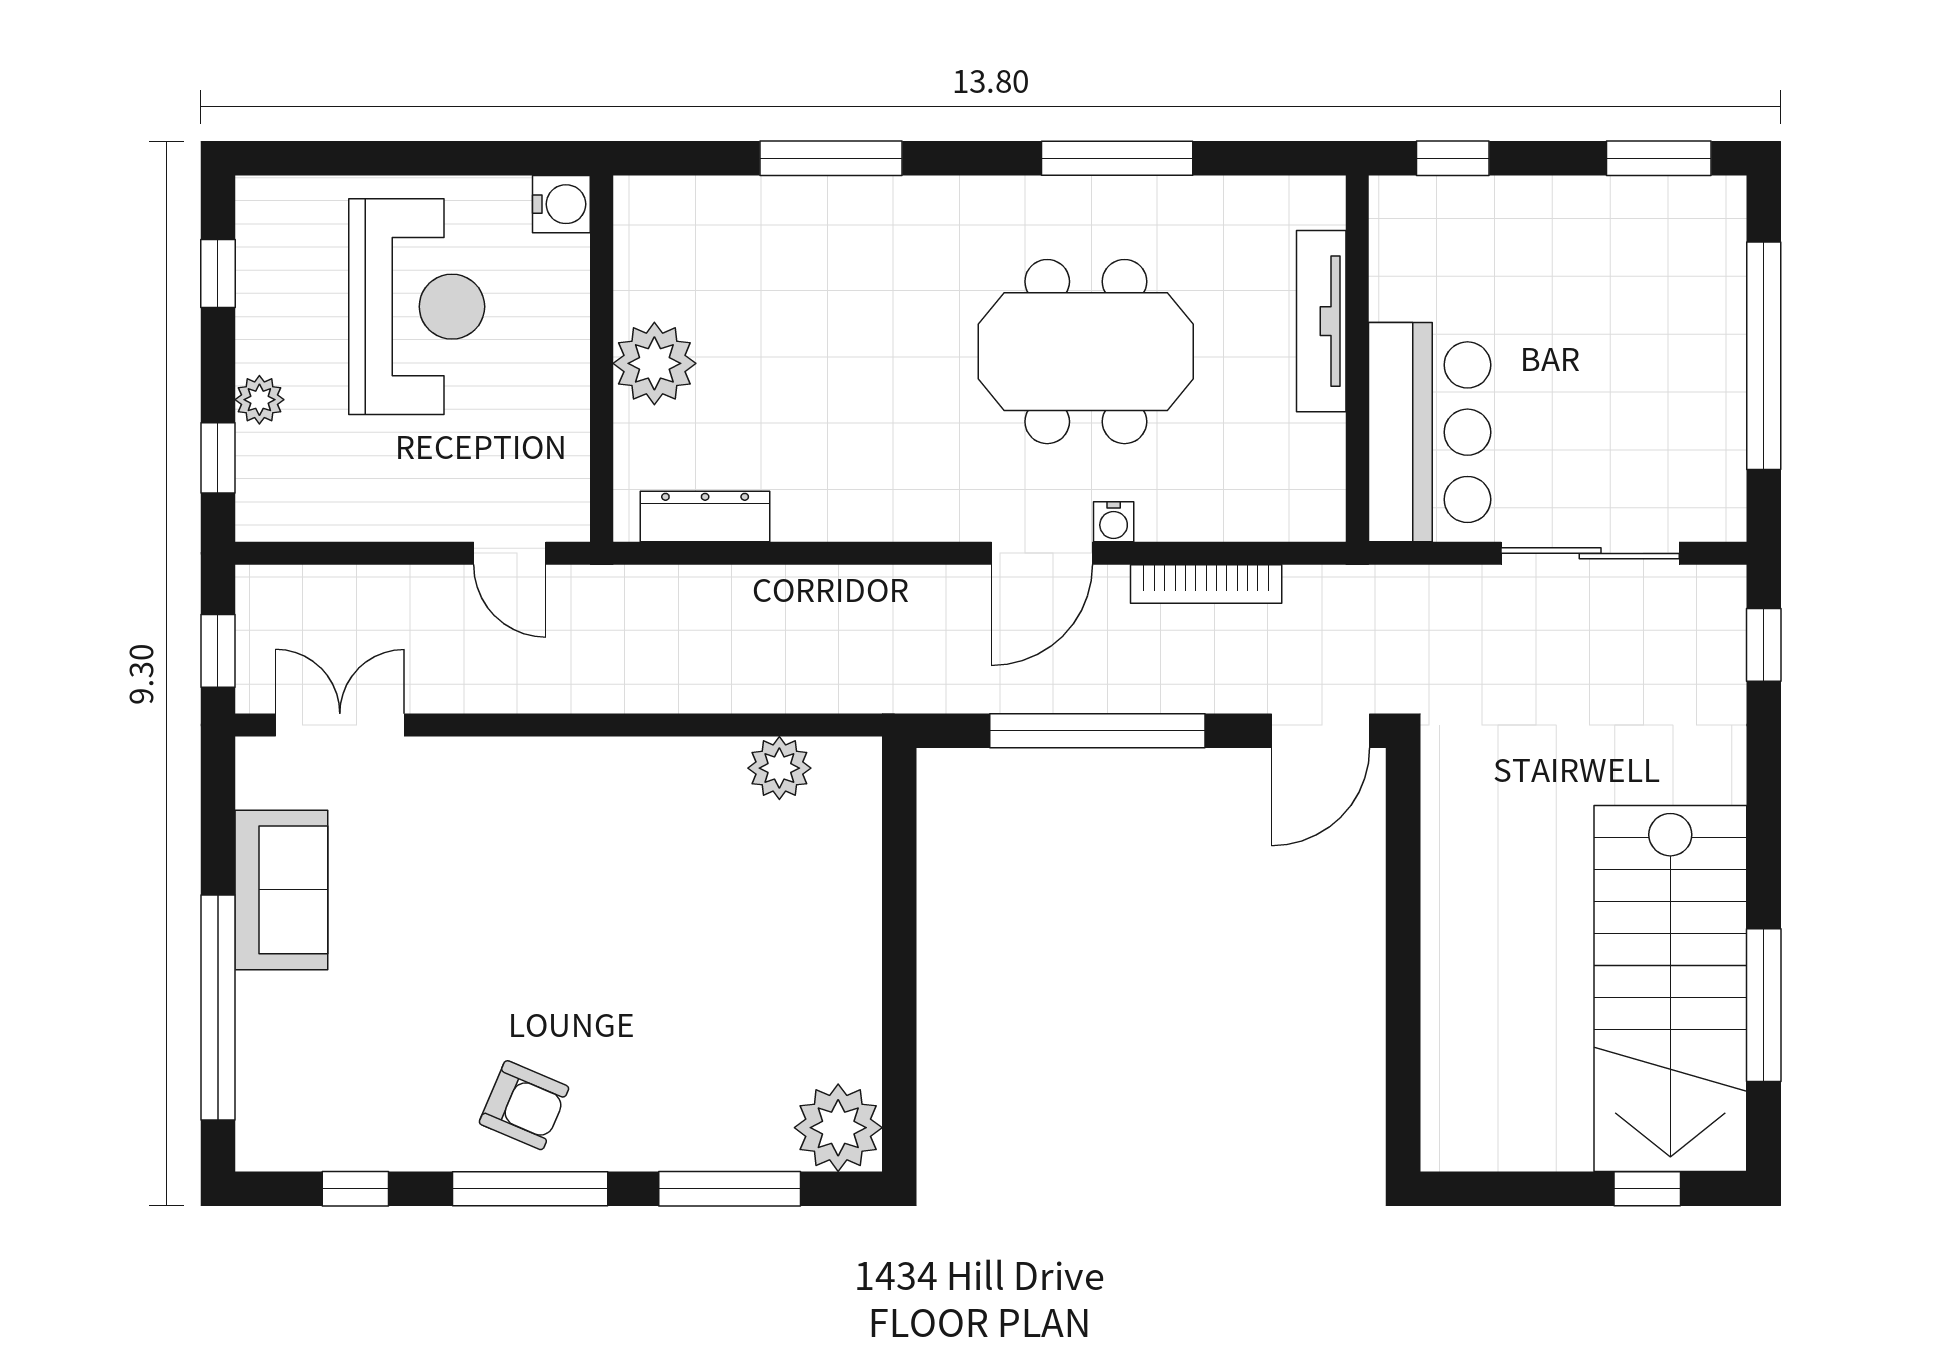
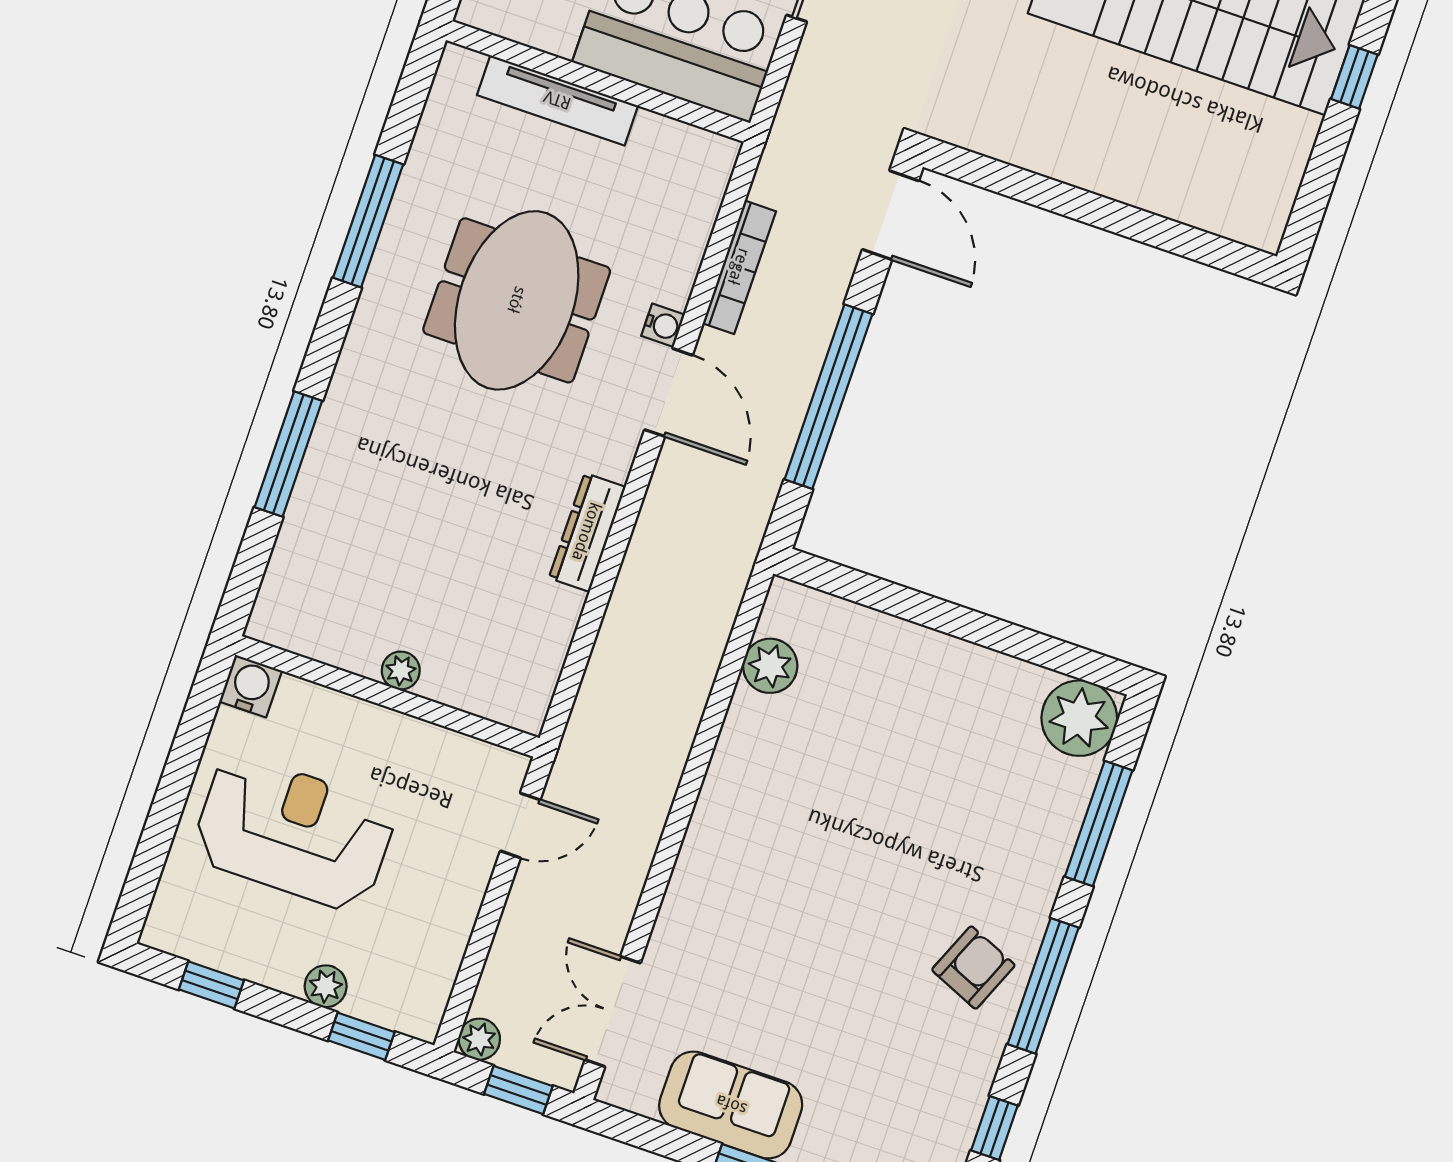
plant: (654, 363) -> (401, 670), width x0.53, depth x0.53
dresser: (705, 517) -> (587, 532), moved
plant: (259, 589) -> (479, 1039), added

